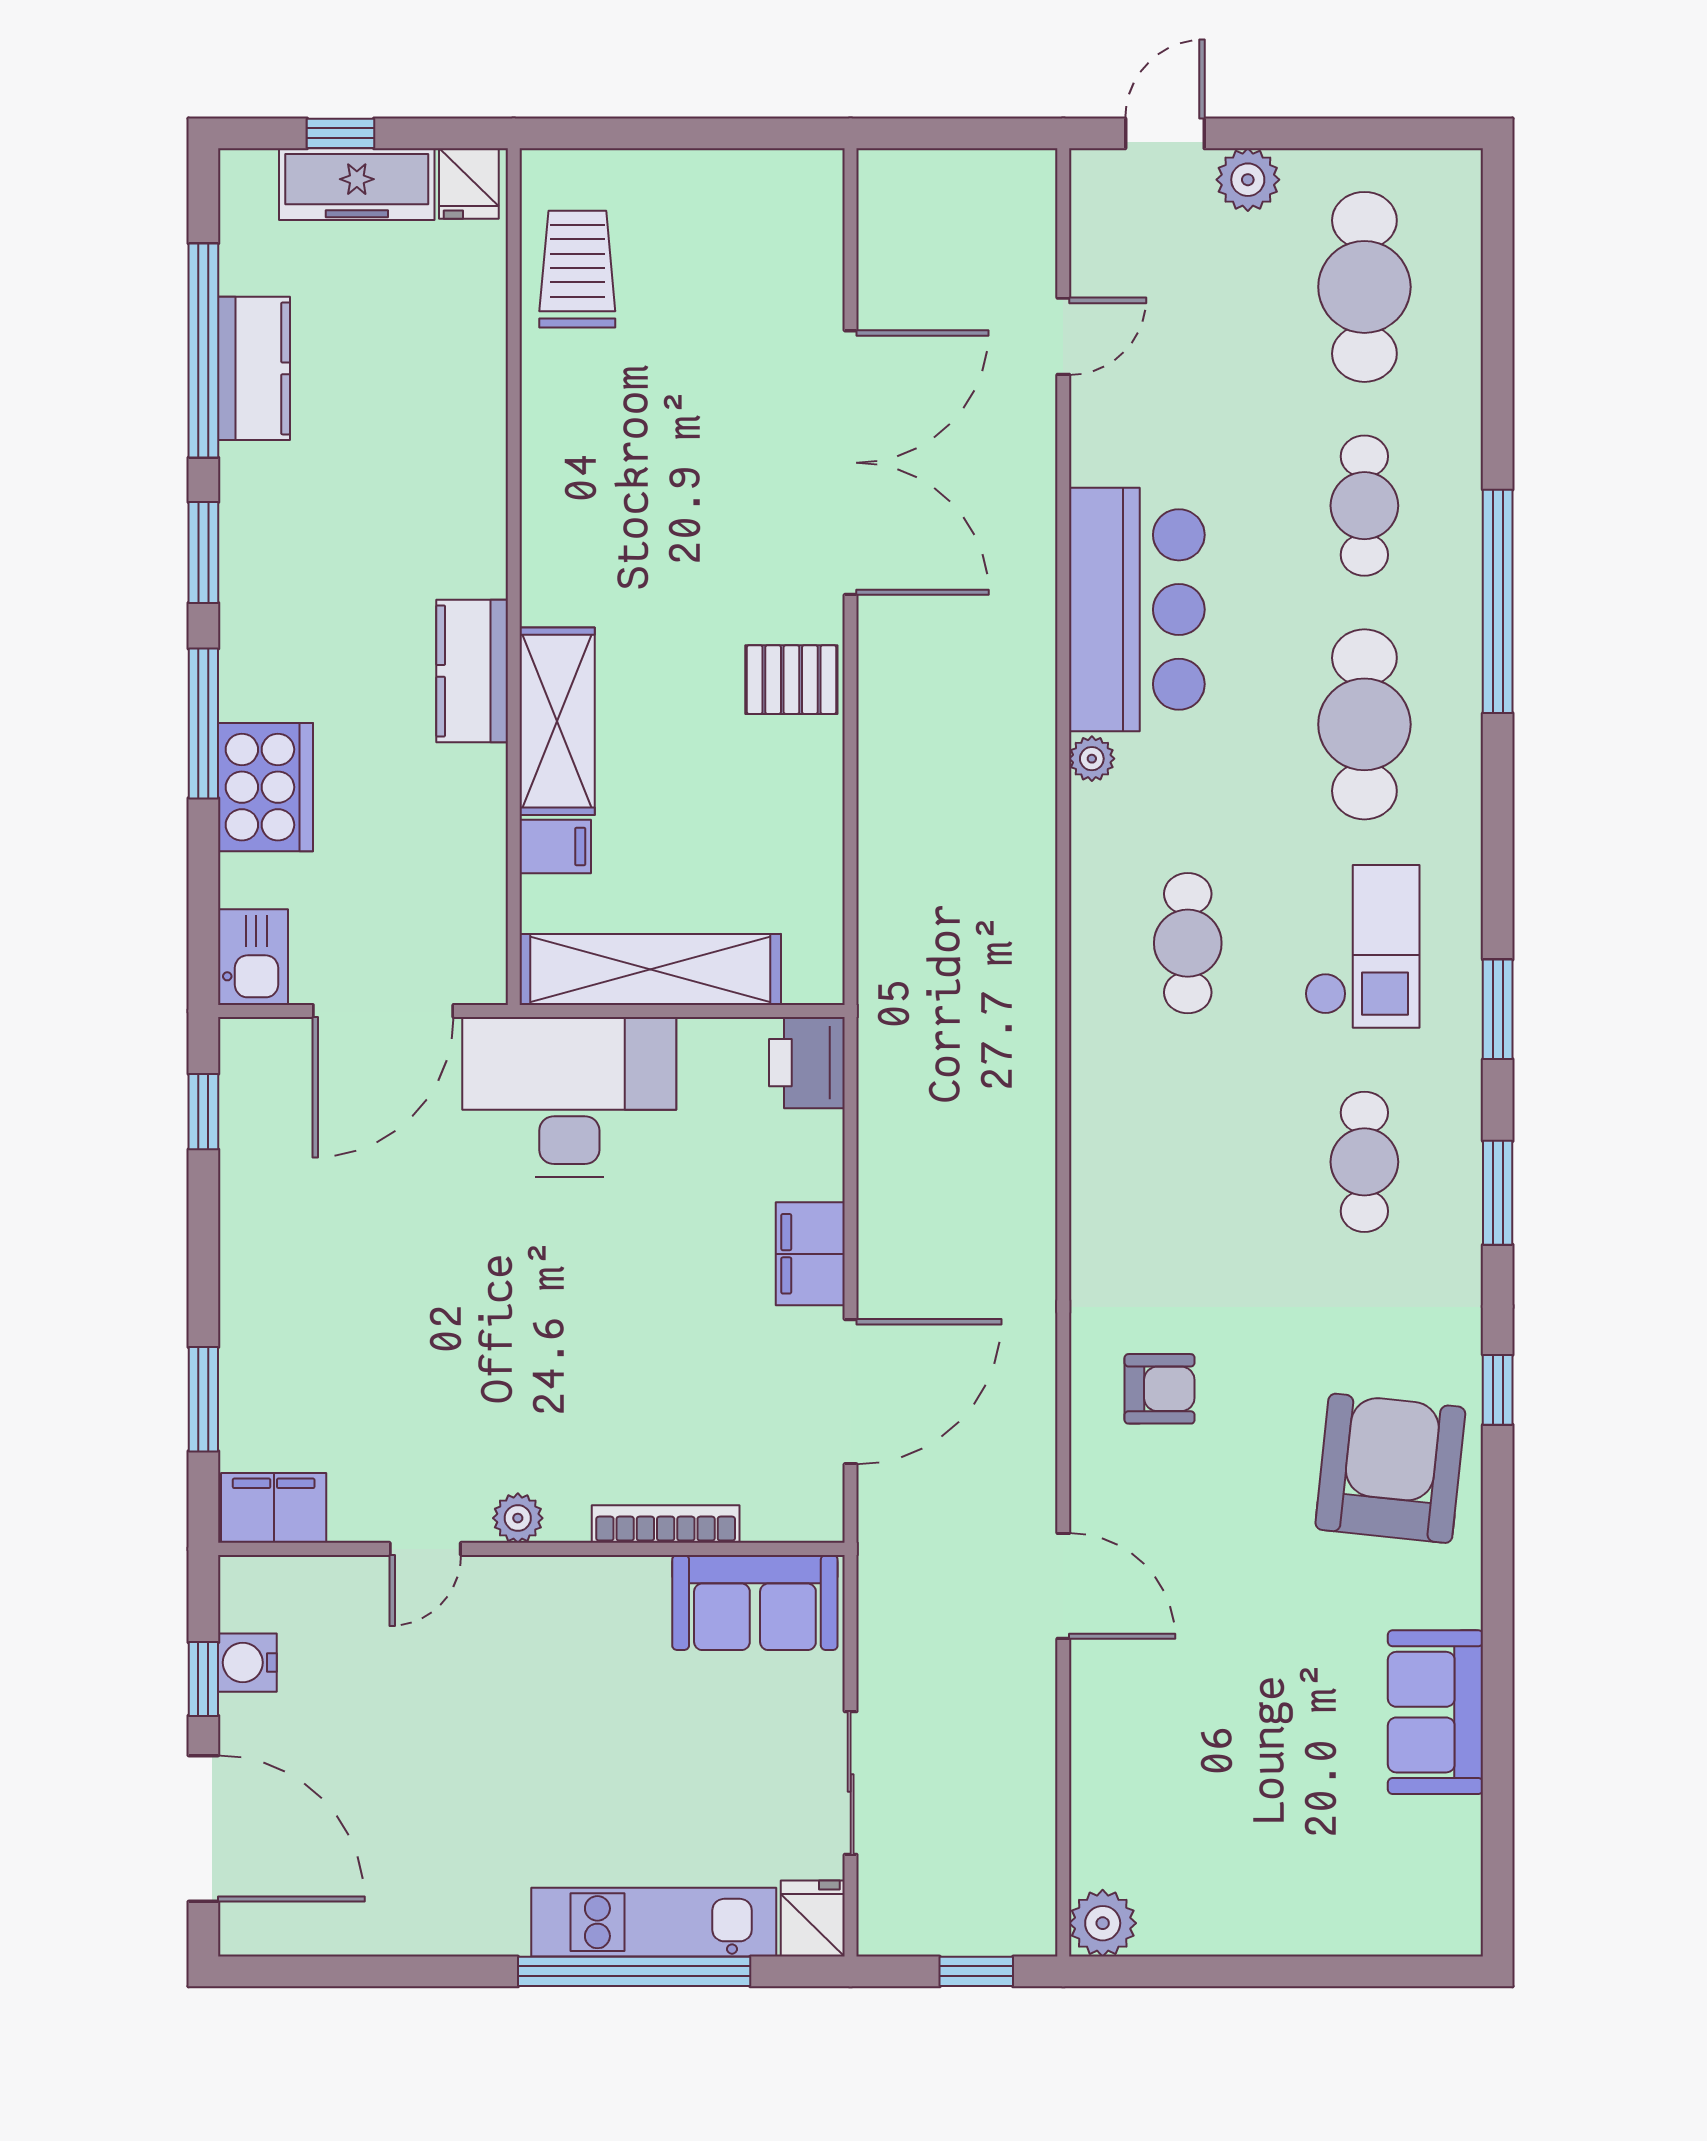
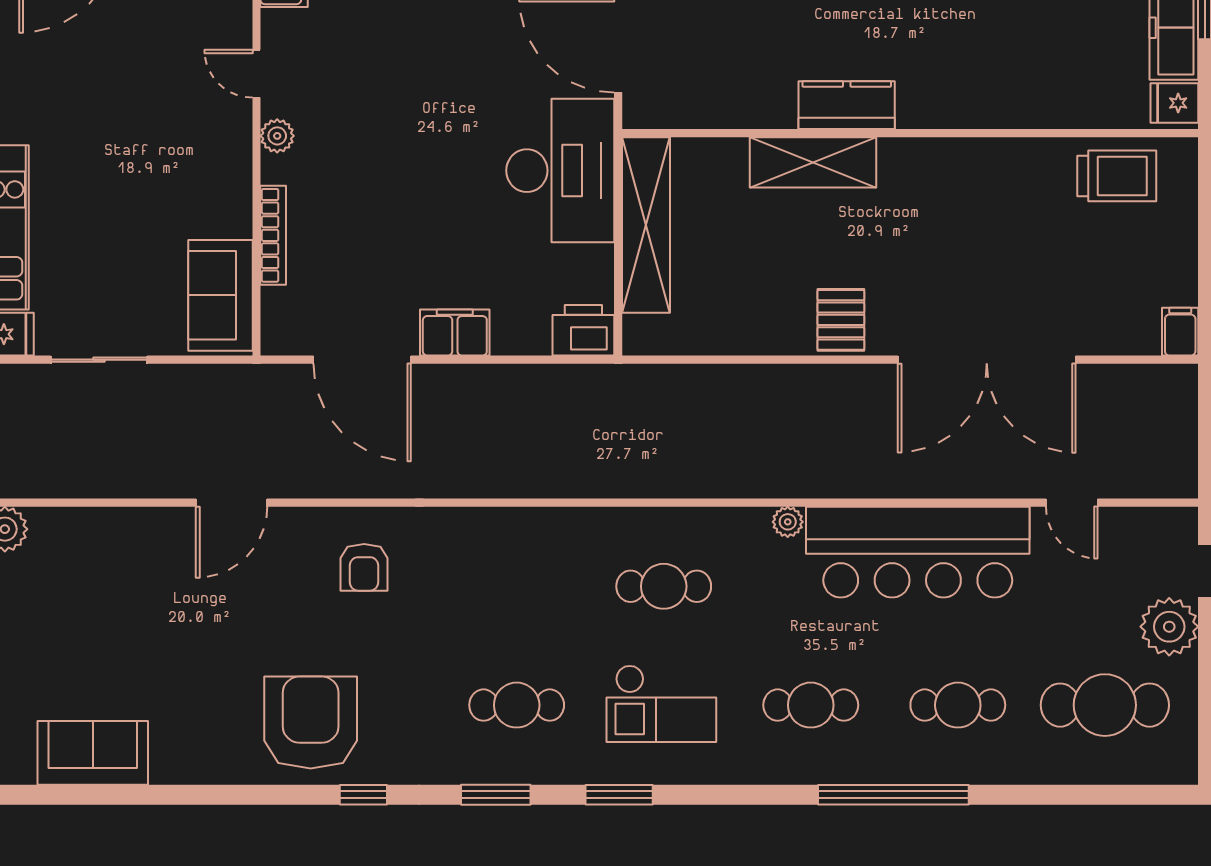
plant: (1248, 180) -> (1169, 627), width x1.36, depth x1.36
bar counter: (1137, 610) -> (918, 552), width x1.36
cafe table: (1364, 724) -> (811, 705), width x0.73, depth x0.74
filing cabinet: (555, 846) -> (1180, 332), moved, turned 180
armchair: (1390, 1468) -> (311, 723), turned -96
sofa: (1435, 1712) -> (93, 753), moved

